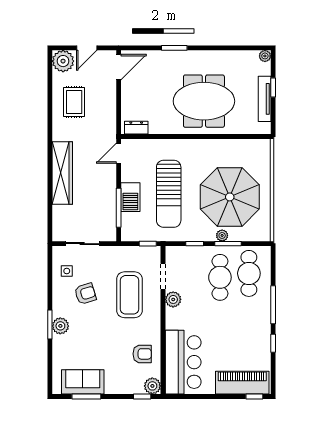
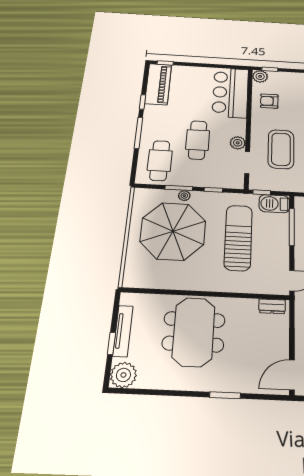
plant: (265, 56) -> (123, 375), width x1.88, depth x1.88
meeting table: (204, 101) -> (194, 332), turned 90
barbecue: (130, 197) -> (274, 204), moved, turned -90
cafe table: (220, 277) -> (198, 140), moved
piano: (242, 383) -> (158, 84), moved, turned -90

